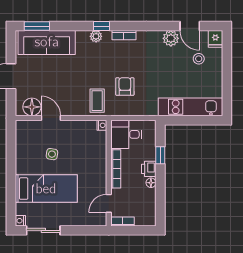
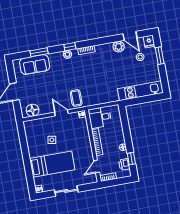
window: (37, 26) -> (39, 52), moved
sofa: (47, 42) -> (35, 65), width x0.73
window: (227, 62) -> (160, 56), added
armchair: (125, 87) -> (93, 85), removed
door: (51, 118) -> (61, 113), moved
window: (160, 155) -> (131, 159), moved
printer: (149, 169) -> (124, 164), moved
sliding door: (43, 230) -> (66, 191), moved

